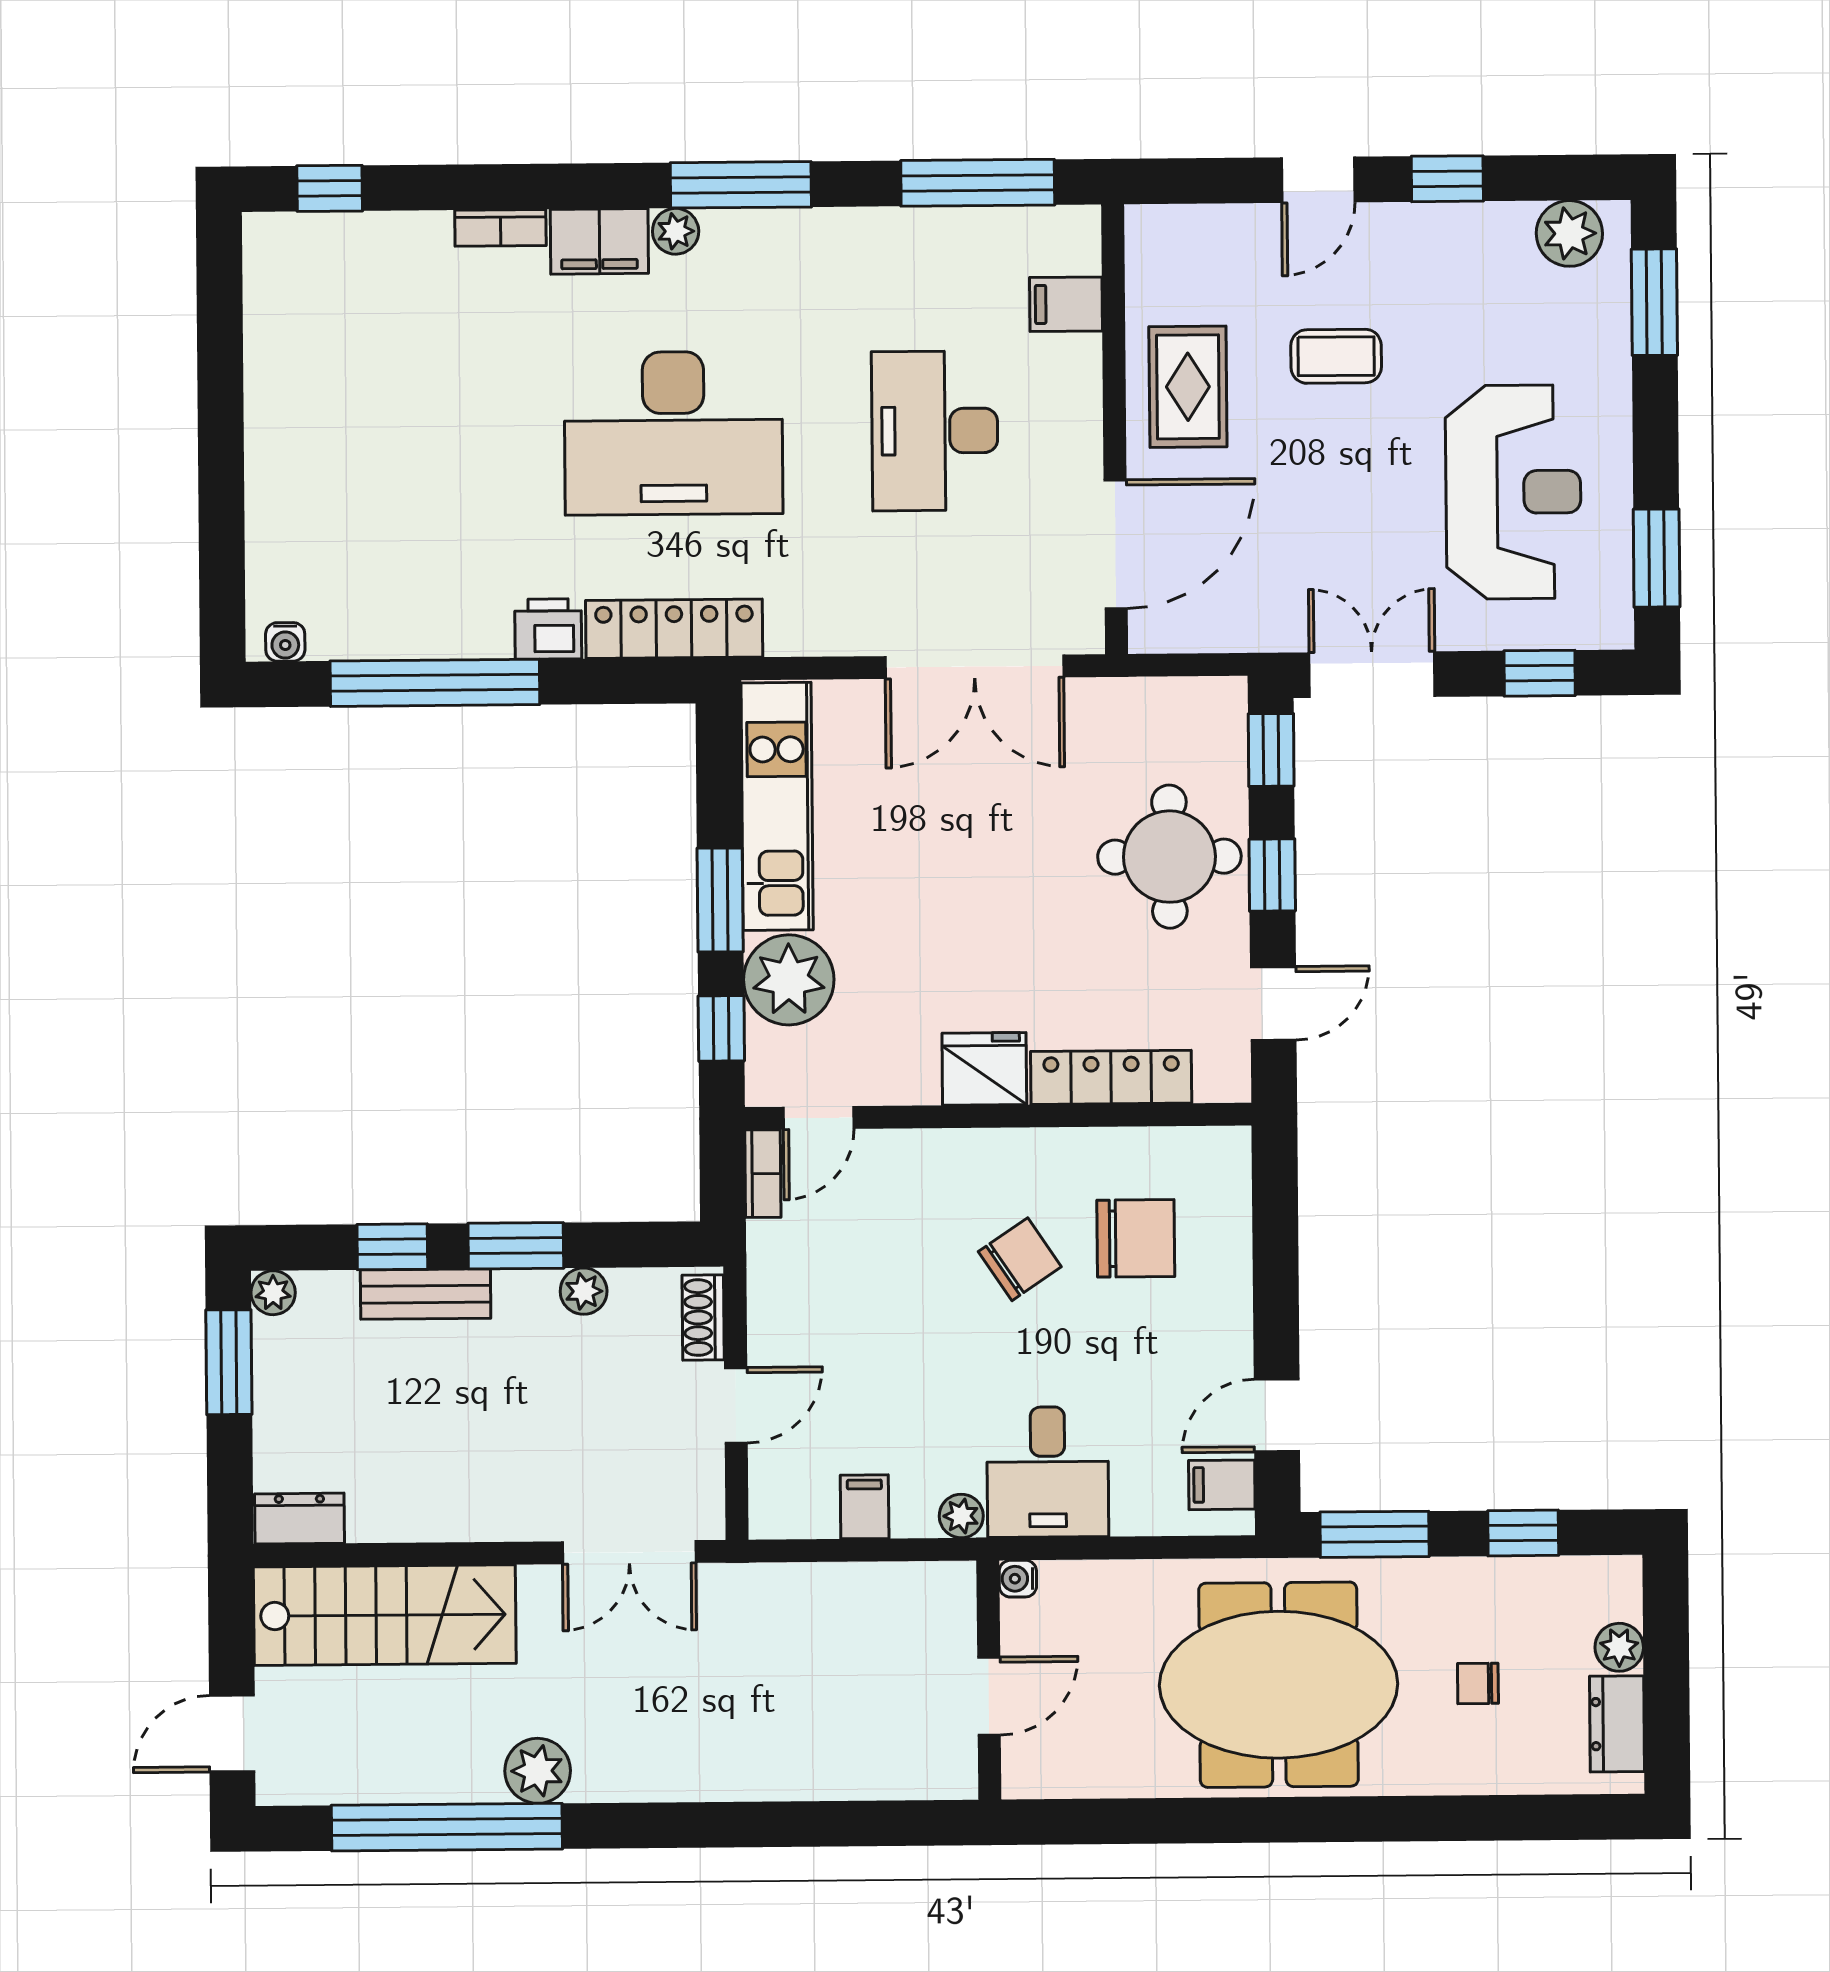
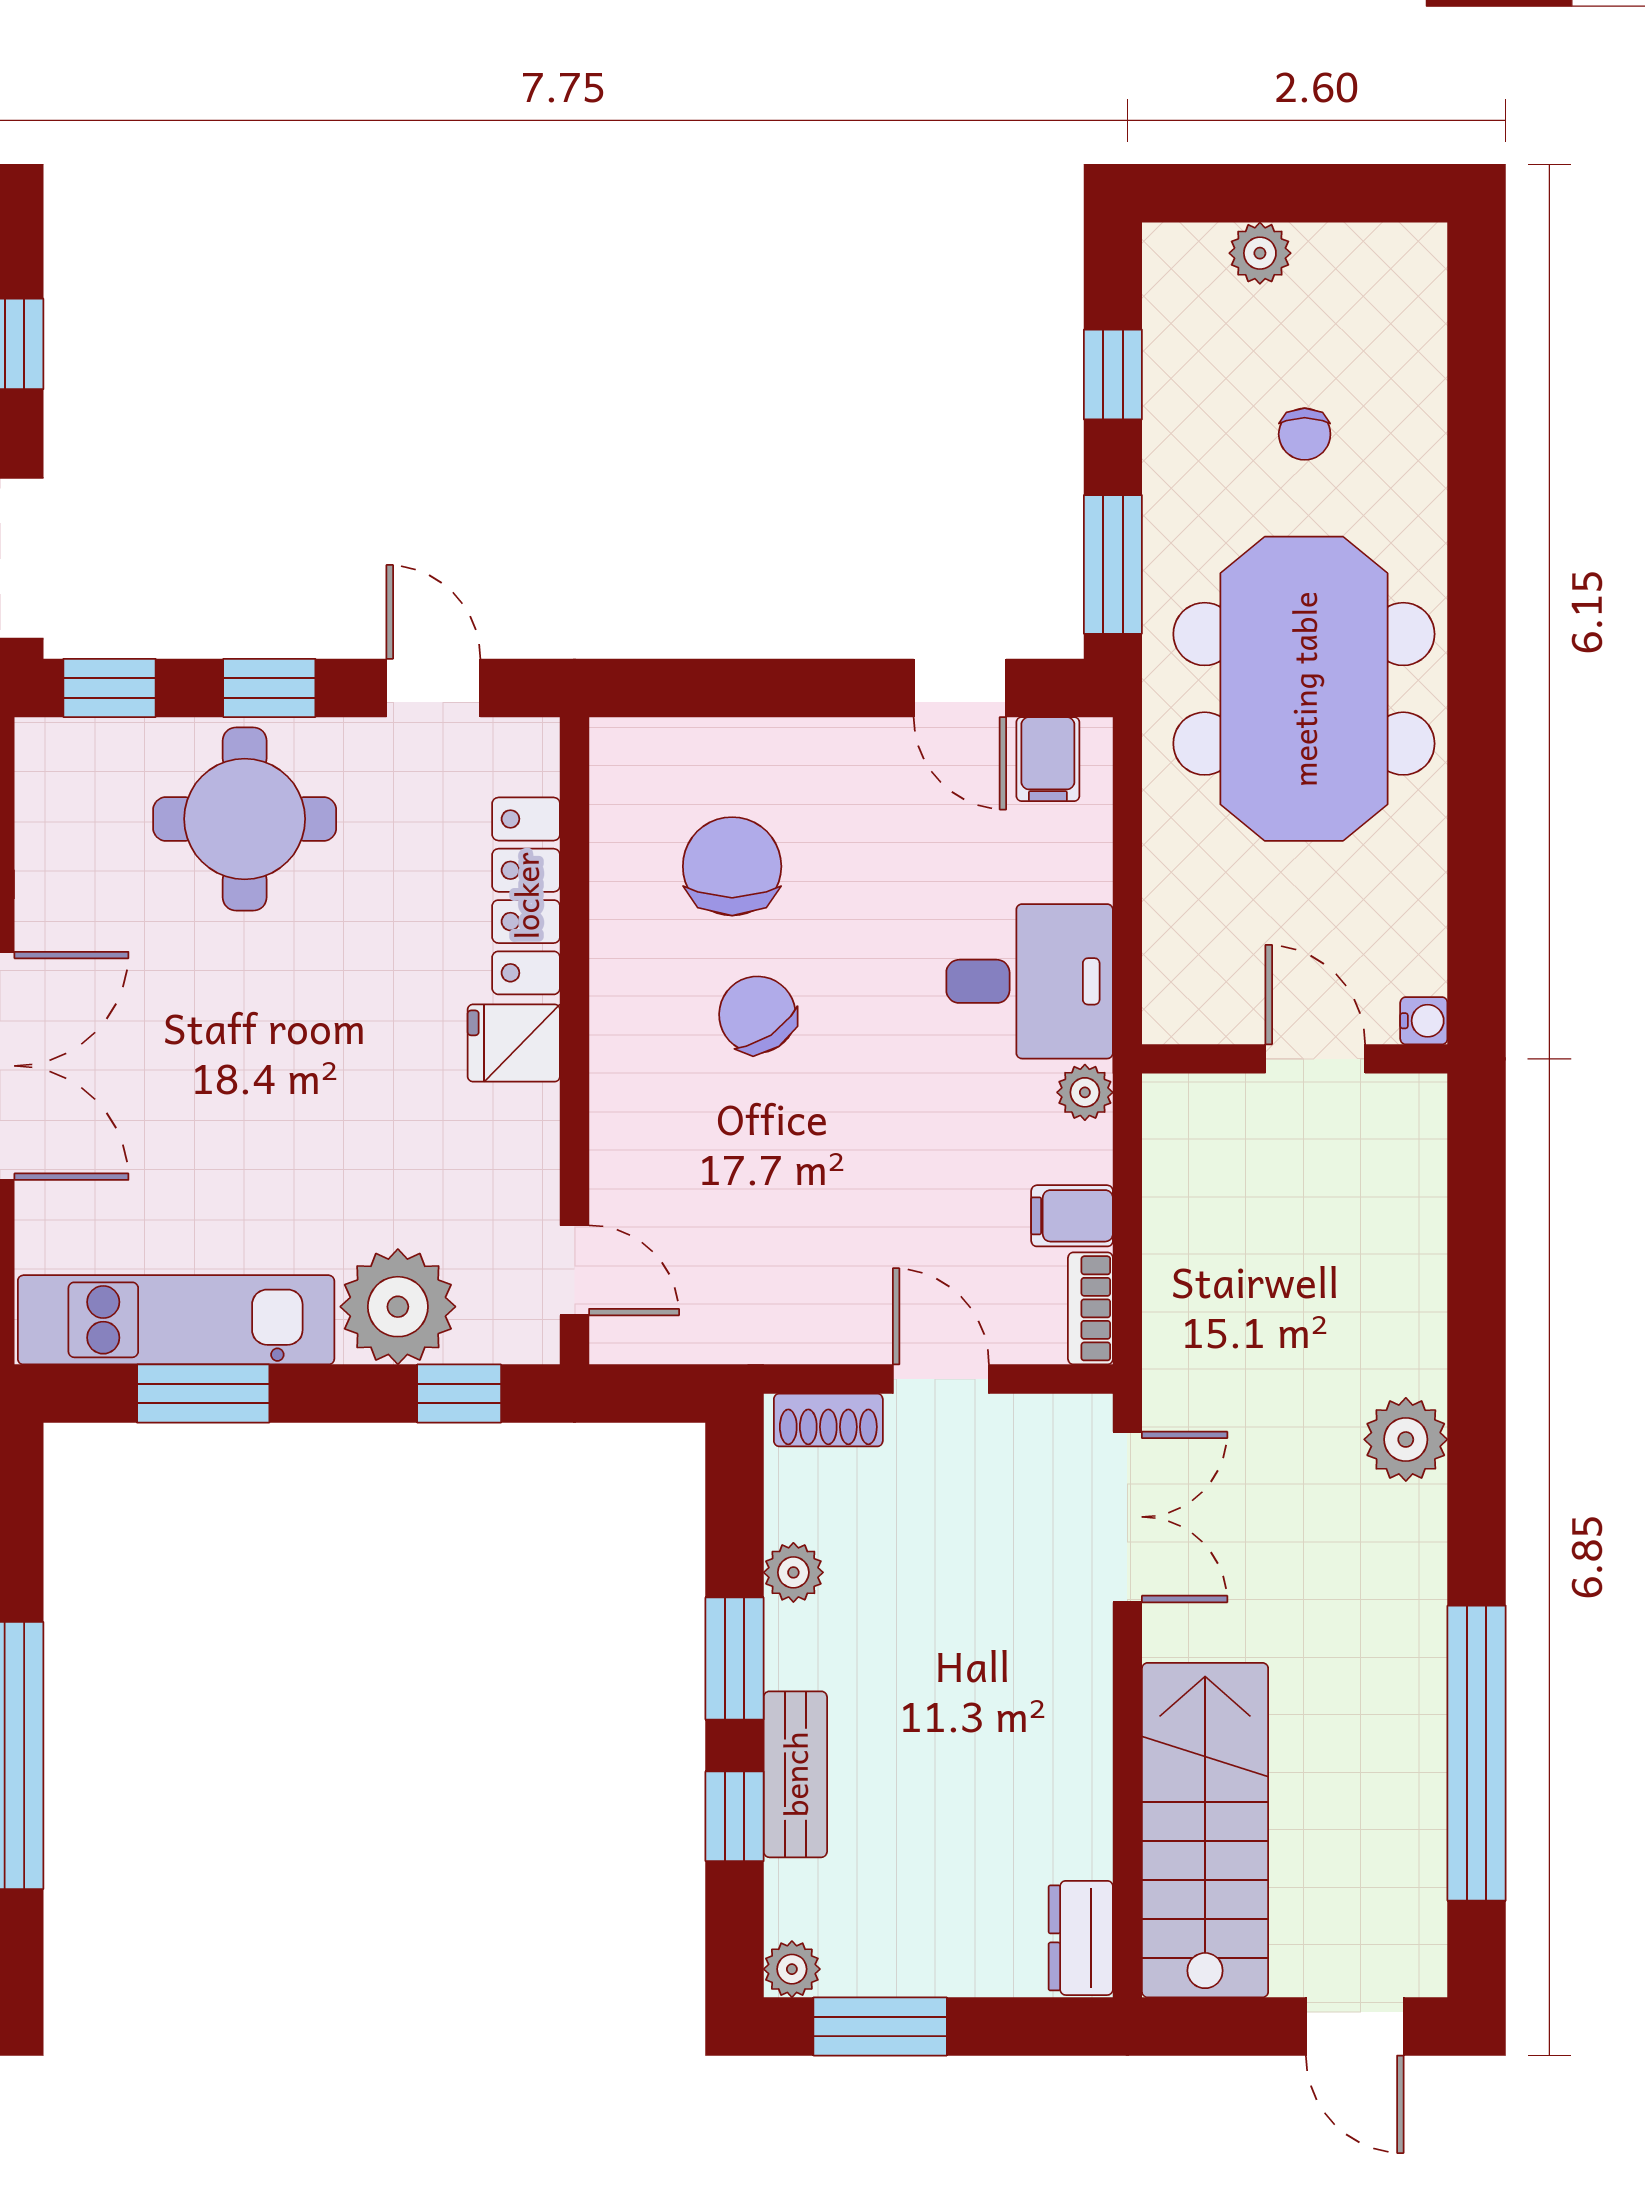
window: (720, 900) -> (203, 1394), moved
fridge: (984, 1069) -> (514, 1043), width x0.72
bookcase: (763, 1174) -> (1090, 1308), moved, turned -90
water cooler: (1018, 1579) -> (1424, 1021), moved, turned -90
dresser: (1617, 1724) -> (1358, 257), removed
plant: (538, 1771) -> (1406, 1439), moved

